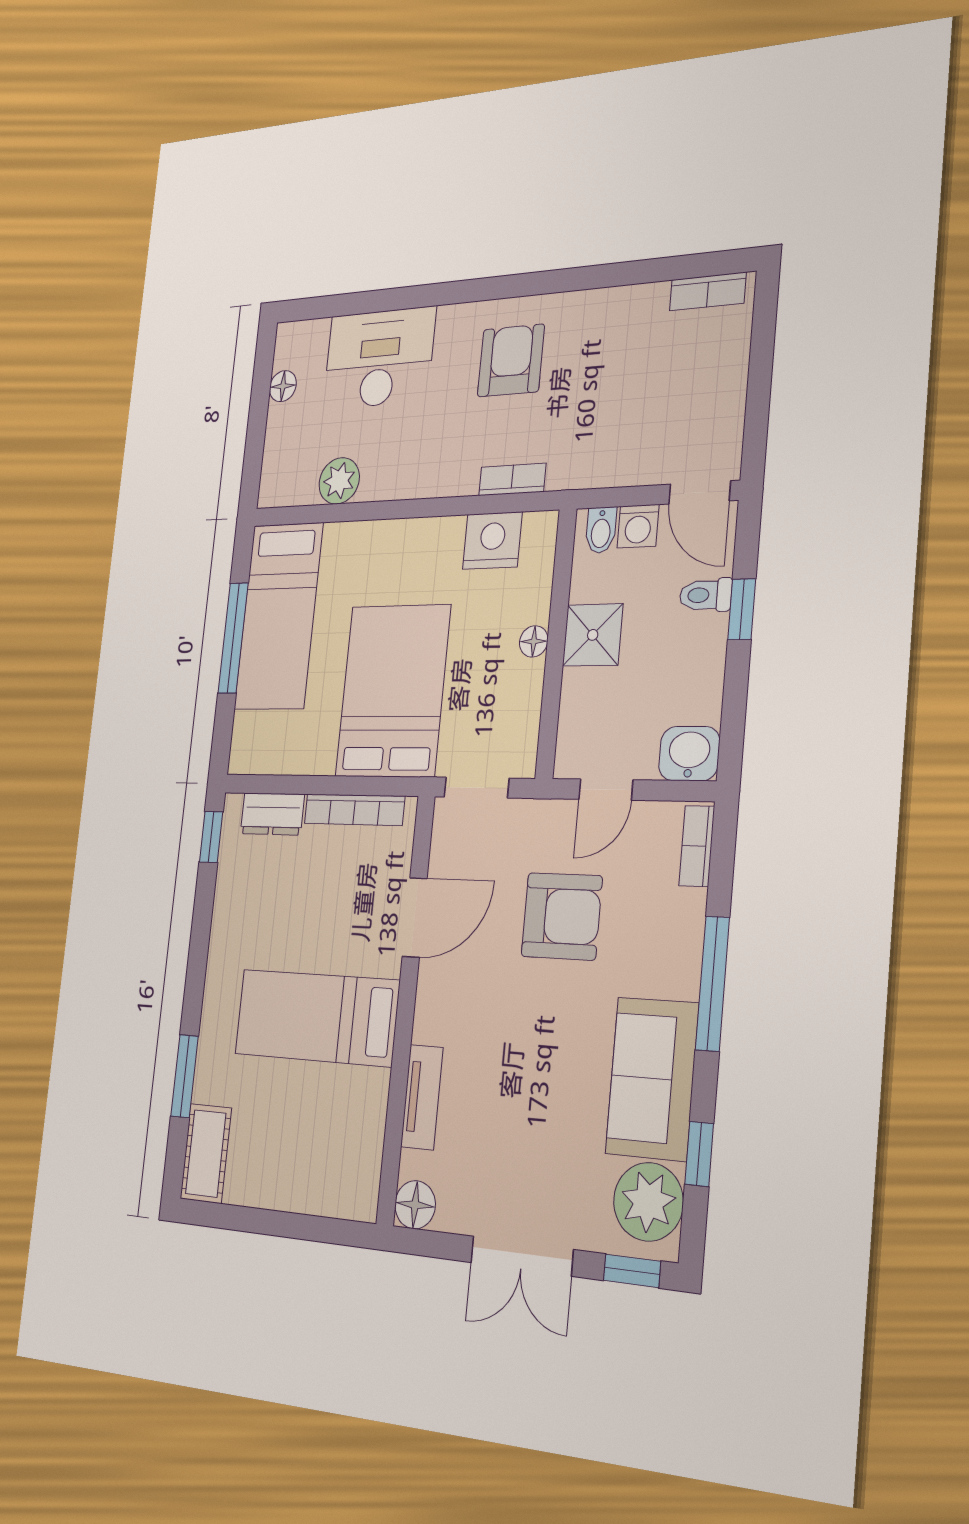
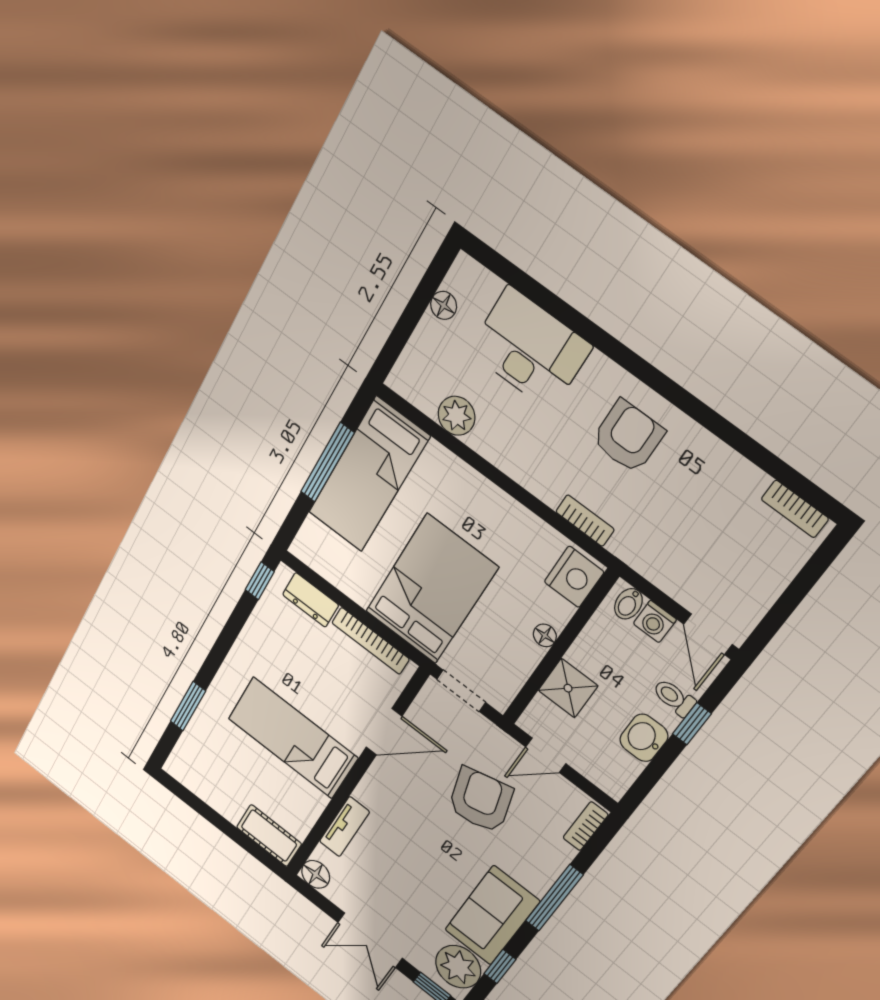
nightstand: (492, 541) -> (574, 577), moved, turned 90
shower: (593, 635) -> (568, 688), moved
washbasin: (689, 754) -> (644, 738), moved, turned -90
armchair: (562, 916) -> (481, 800), turned -105
cot: (206, 1153) -> (269, 836), moved, turned 90

